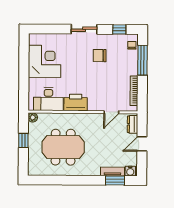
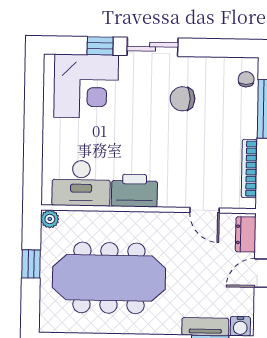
window: (119, 29) -> (100, 46), moved
corner desk: (45, 61) -> (86, 86), moved, turned 90
door: (111, 112) -> (205, 210), hinge flipped
meeting table: (63, 147) -> (109, 278), width x1.36

